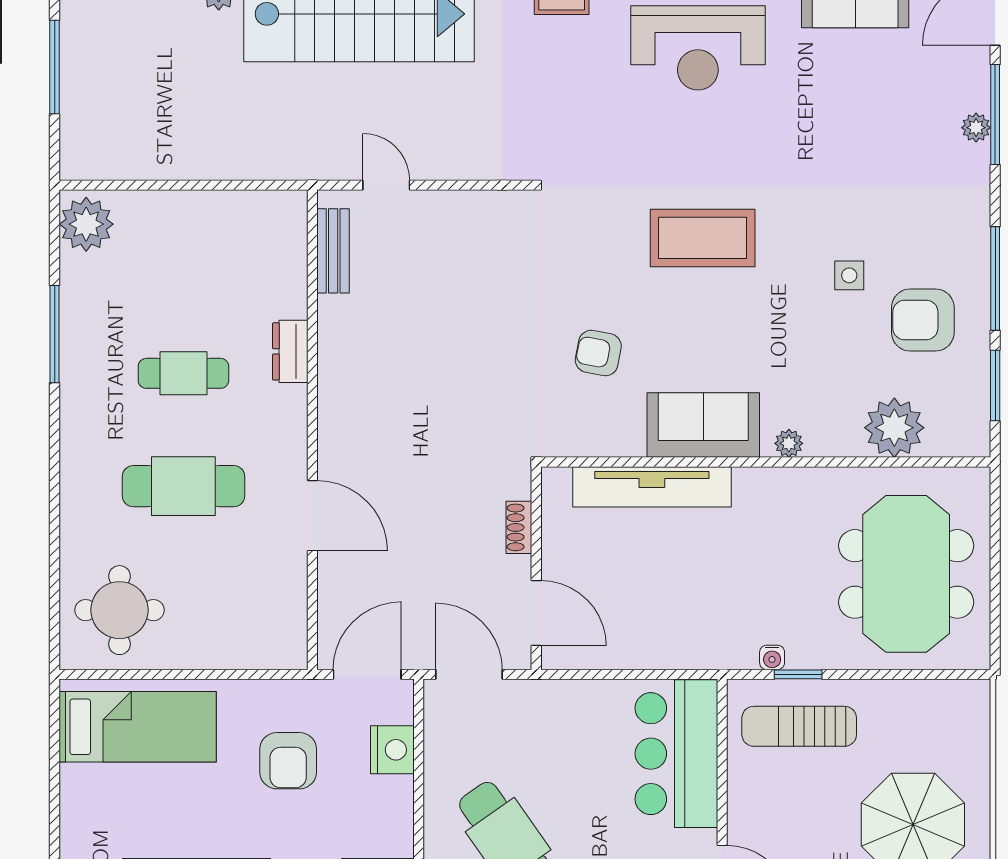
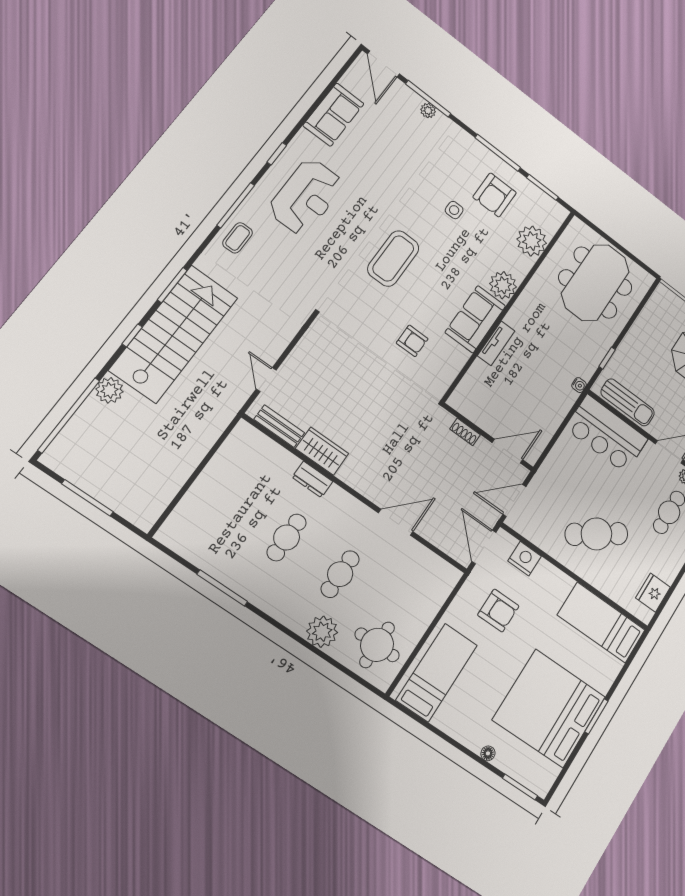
door: (386, 185) -> (266, 380), hinge flipped
plant: (86, 224) -> (322, 632), moved
wardrobe: (340, 337) -> (322, 451), added
armchair: (598, 353) -> (412, 341), turned -101
plant: (789, 443) -> (503, 285), width x1.87, depth x1.87
cafe table: (183, 486) -> (340, 574), width x0.73, depth x0.74
tv unit: (652, 487) -> (496, 343), width x0.52, depth x0.78
meeting table: (906, 574) -> (595, 283), turned 90
water cooler: (772, 657) -> (579, 385), moved
sun lounger: (799, 726) -> (628, 402), moved, turned -90

